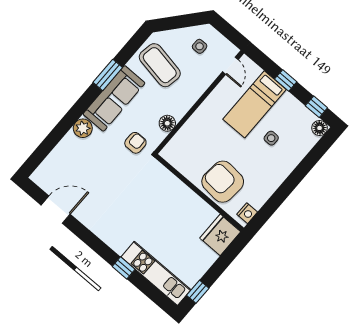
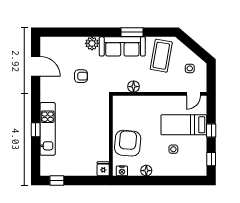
floor lamp: (320, 128) -> (146, 171), moved
armchair: (135, 143) -> (81, 76), moved
fridge: (220, 235) -> (103, 169), width x0.53, depth x0.75
kitchen unit: (156, 273) -> (48, 129), moved

